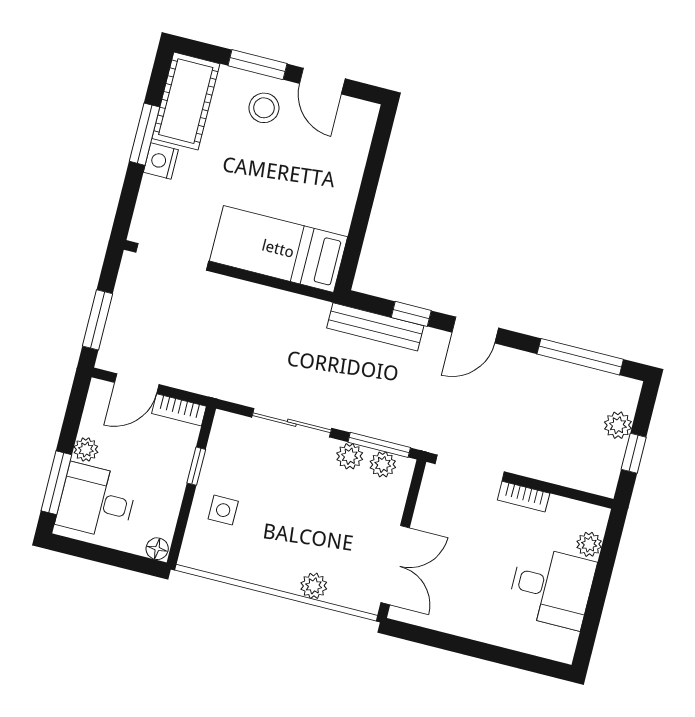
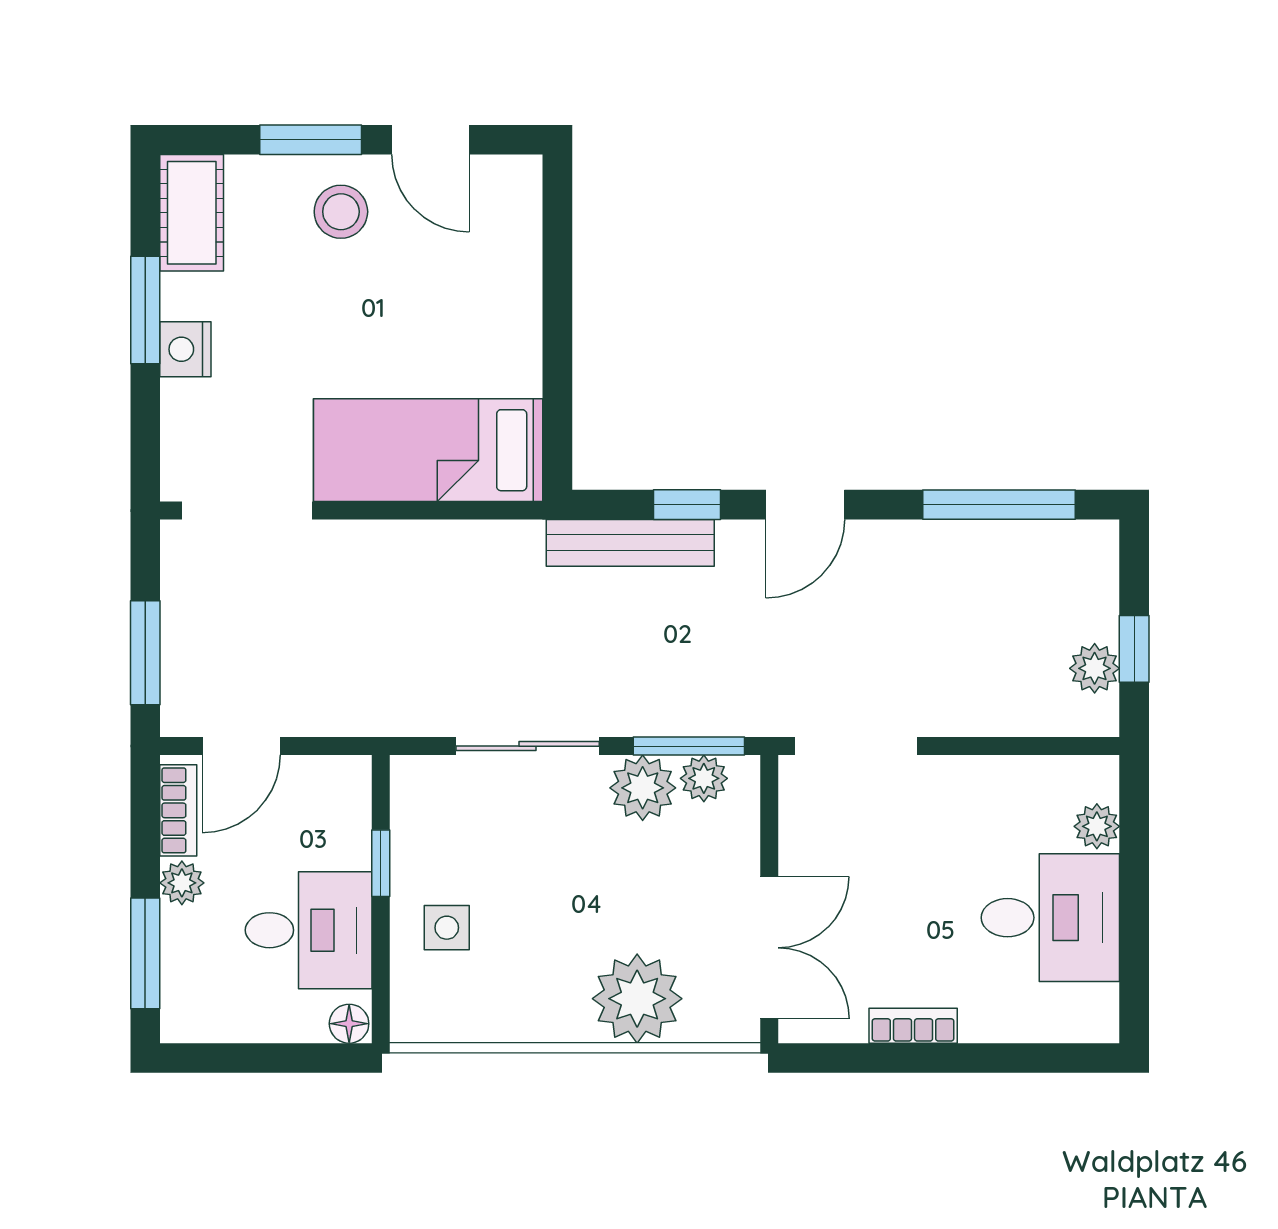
cot: (186, 101) -> (192, 213), width x0.73, depth x0.75
bookcase: (179, 410) -> (178, 810), moved, turned -90
plant: (618, 425) -> (1095, 668), moved
plant: (350, 456) -> (643, 788), width x1.38, depth x1.38
bookcase: (524, 497) -> (913, 1026), moved, turned 180
desk: (97, 501) -> (309, 930), moved, turned 180
plant: (314, 586) -> (637, 999), width x1.88, depth x1.88

